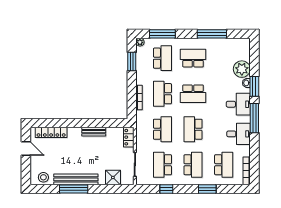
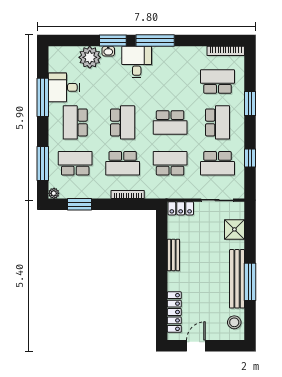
desk: (239, 134) -> (64, 87), moved, turned -90
school desk: (193, 165) -> (218, 122), turned 90

